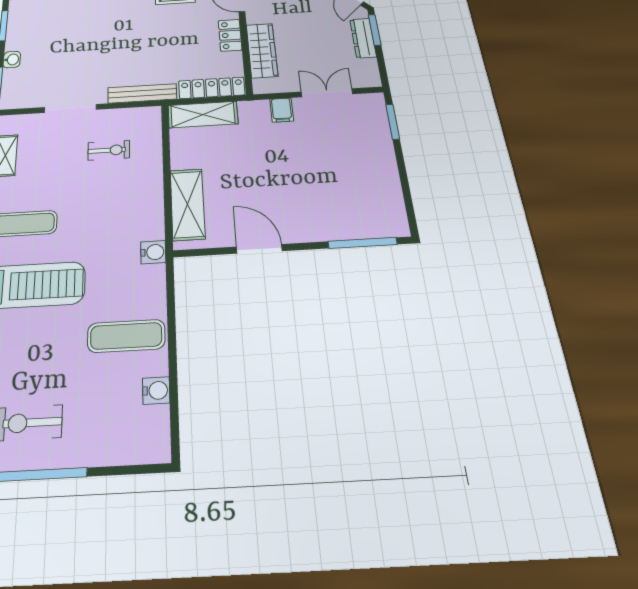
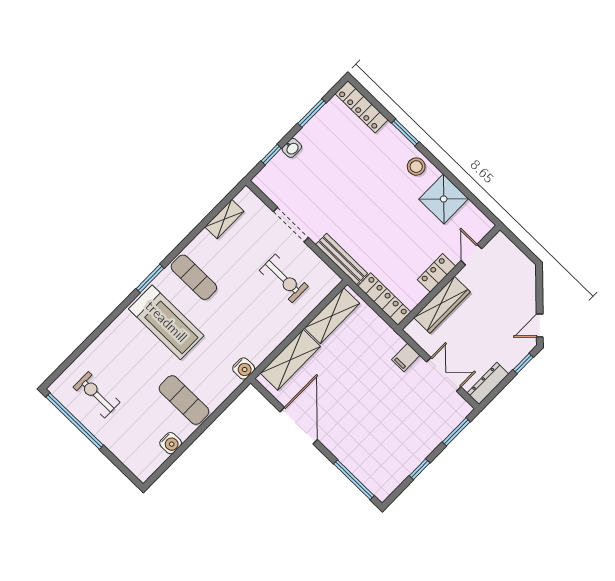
window: (375, 30) -> (523, 364), width x0.67
dresser: (363, 38) -> (488, 383), moved
shelving: (203, 115) -> (332, 316), moved, turned 90
exercise bike: (109, 150) -> (284, 278), width x1.38, depth x1.39
window: (404, 178) -> (420, 469), added
door: (259, 249) -> (299, 426), width x1.36

